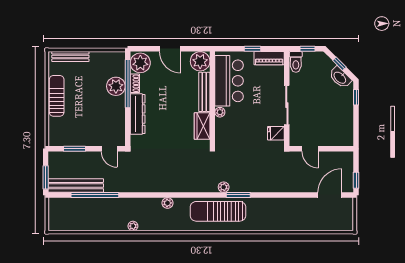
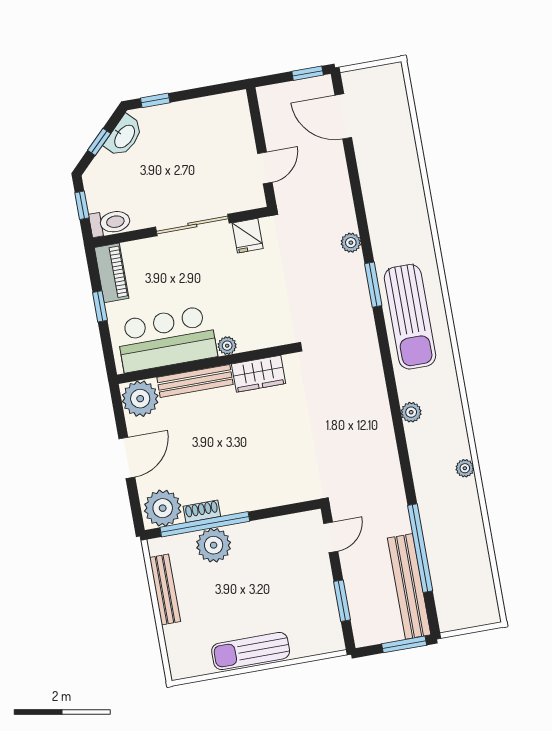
bench: (70, 56) -> (165, 589), moved
dresser: (138, 114) -> (258, 496), removed
plant: (224, 187) -> (351, 243), moved

